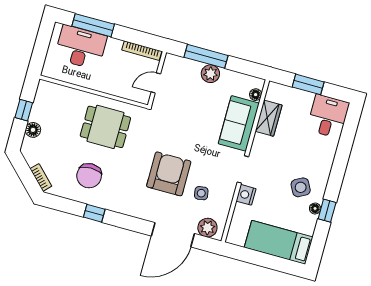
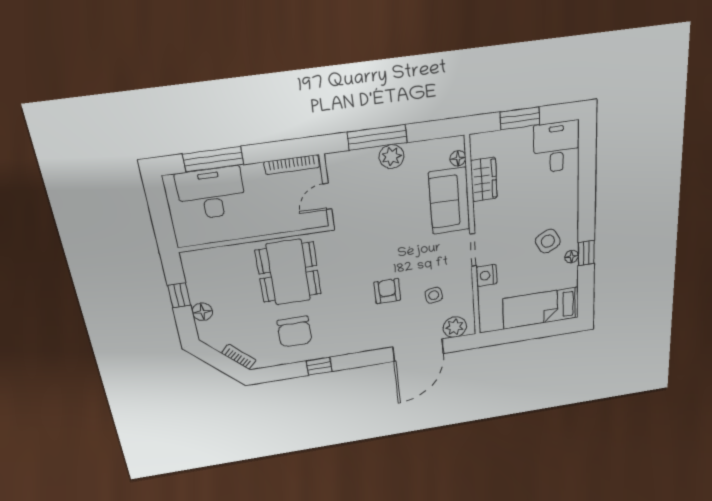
dining table: (105, 127) -> (288, 272), width x1.38
armchair: (169, 174) -> (387, 291), width x0.53, depth x0.53

